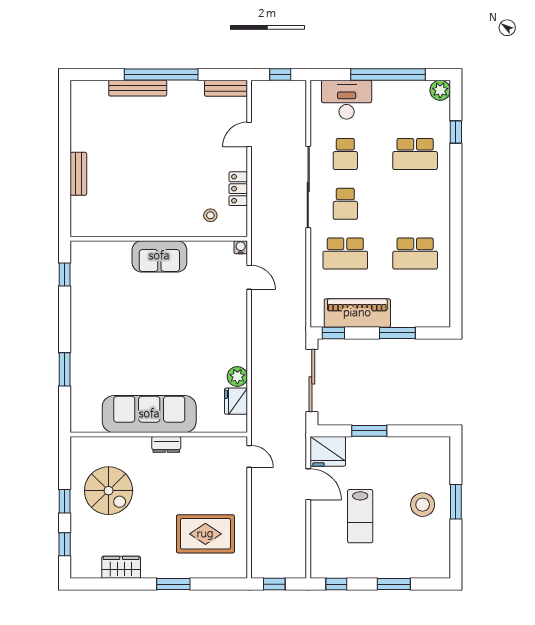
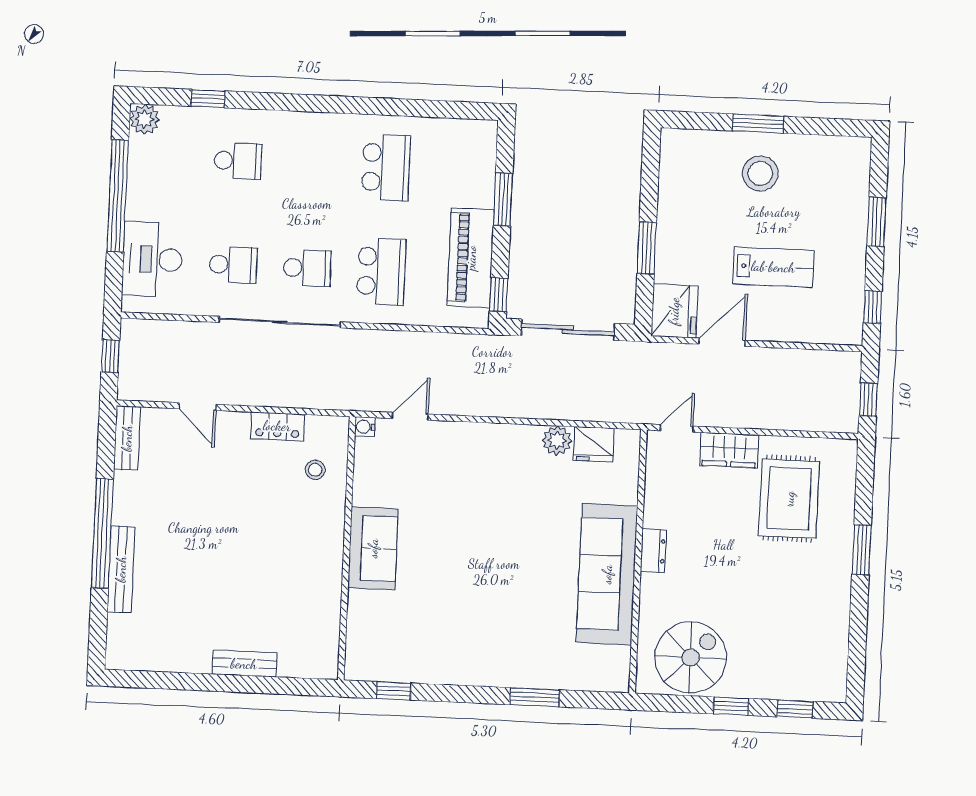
school desk: (415, 154) -> (238, 161), width x0.54
spiral stairs: (109, 491) -> (691, 657), moved
wardrobe: (121, 567) -> (729, 450), moved, turned -90

